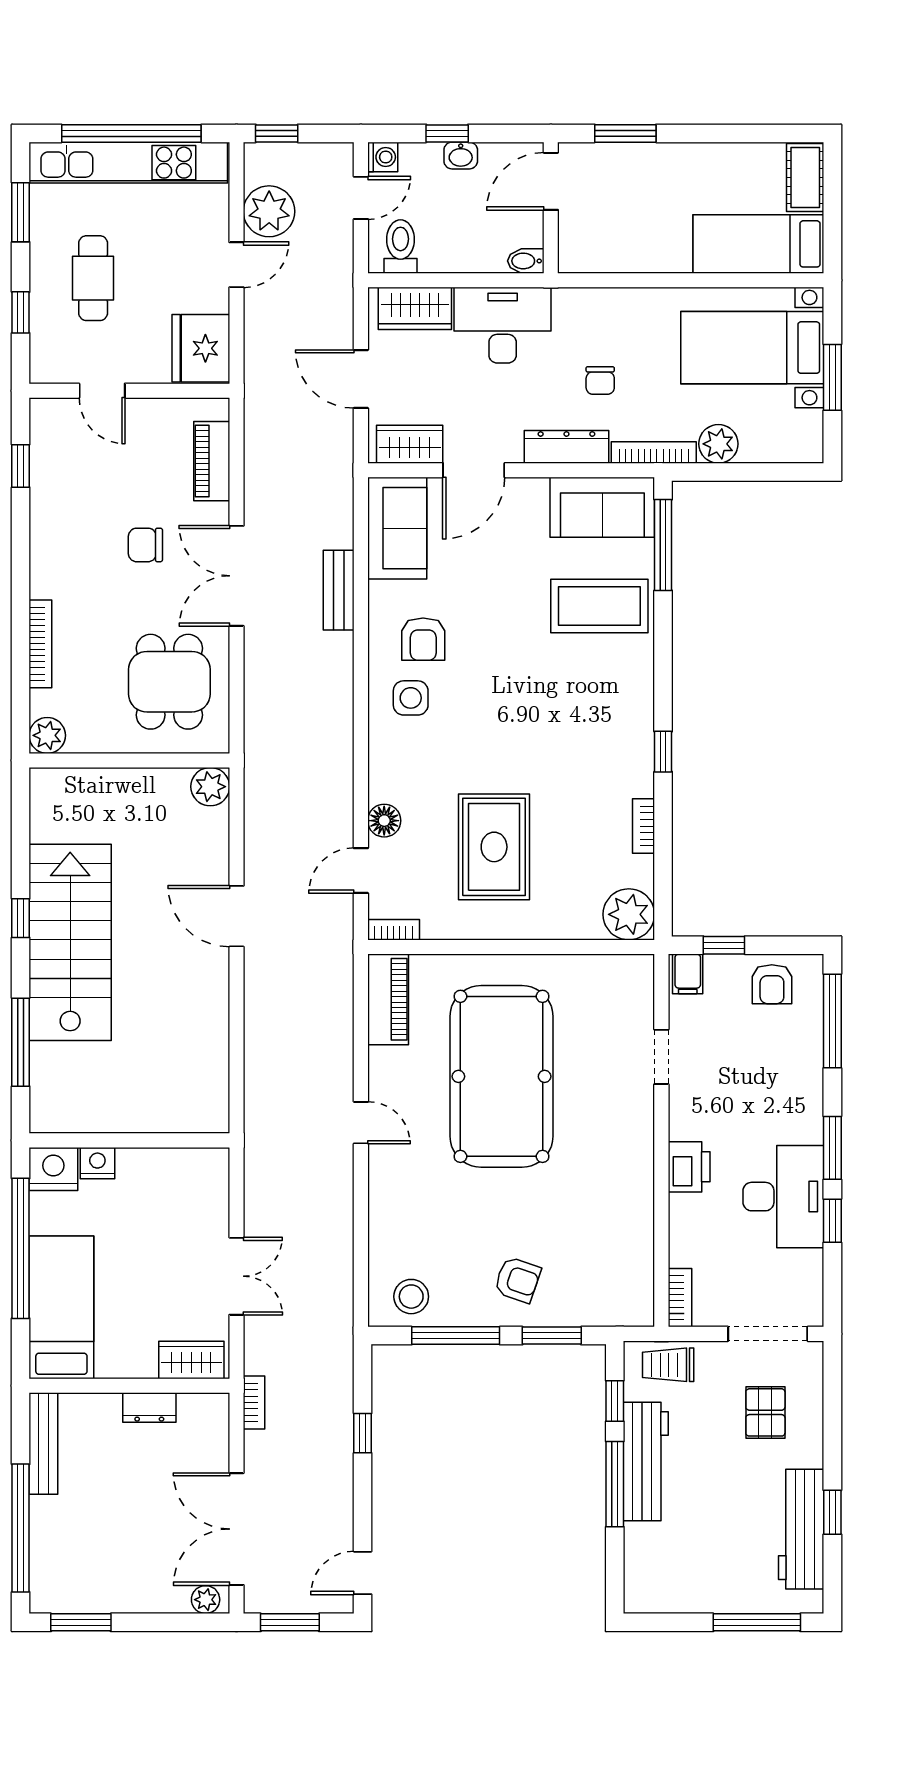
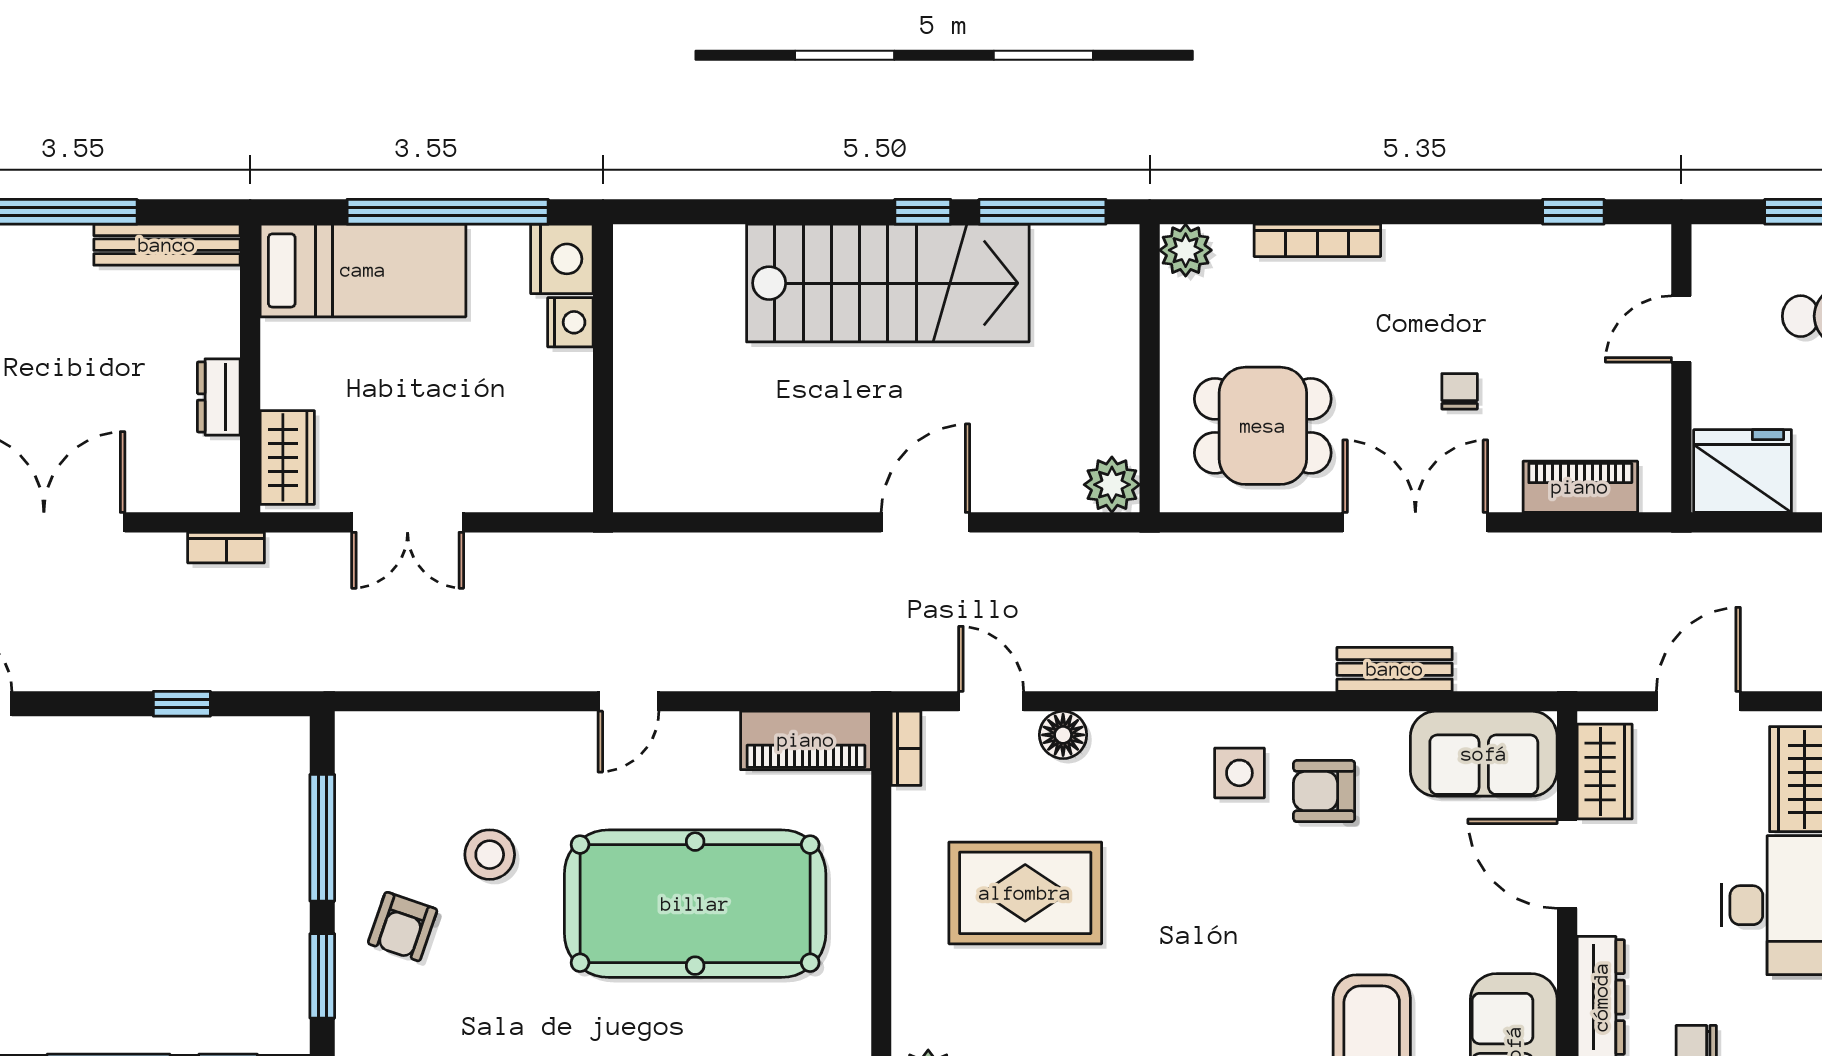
chair: (145, 545) -> (1460, 391), width x0.73, depth x0.73
window: (21, 1042) -> (1042, 212), moved
stool: (411, 1297) -> (490, 855), moved

